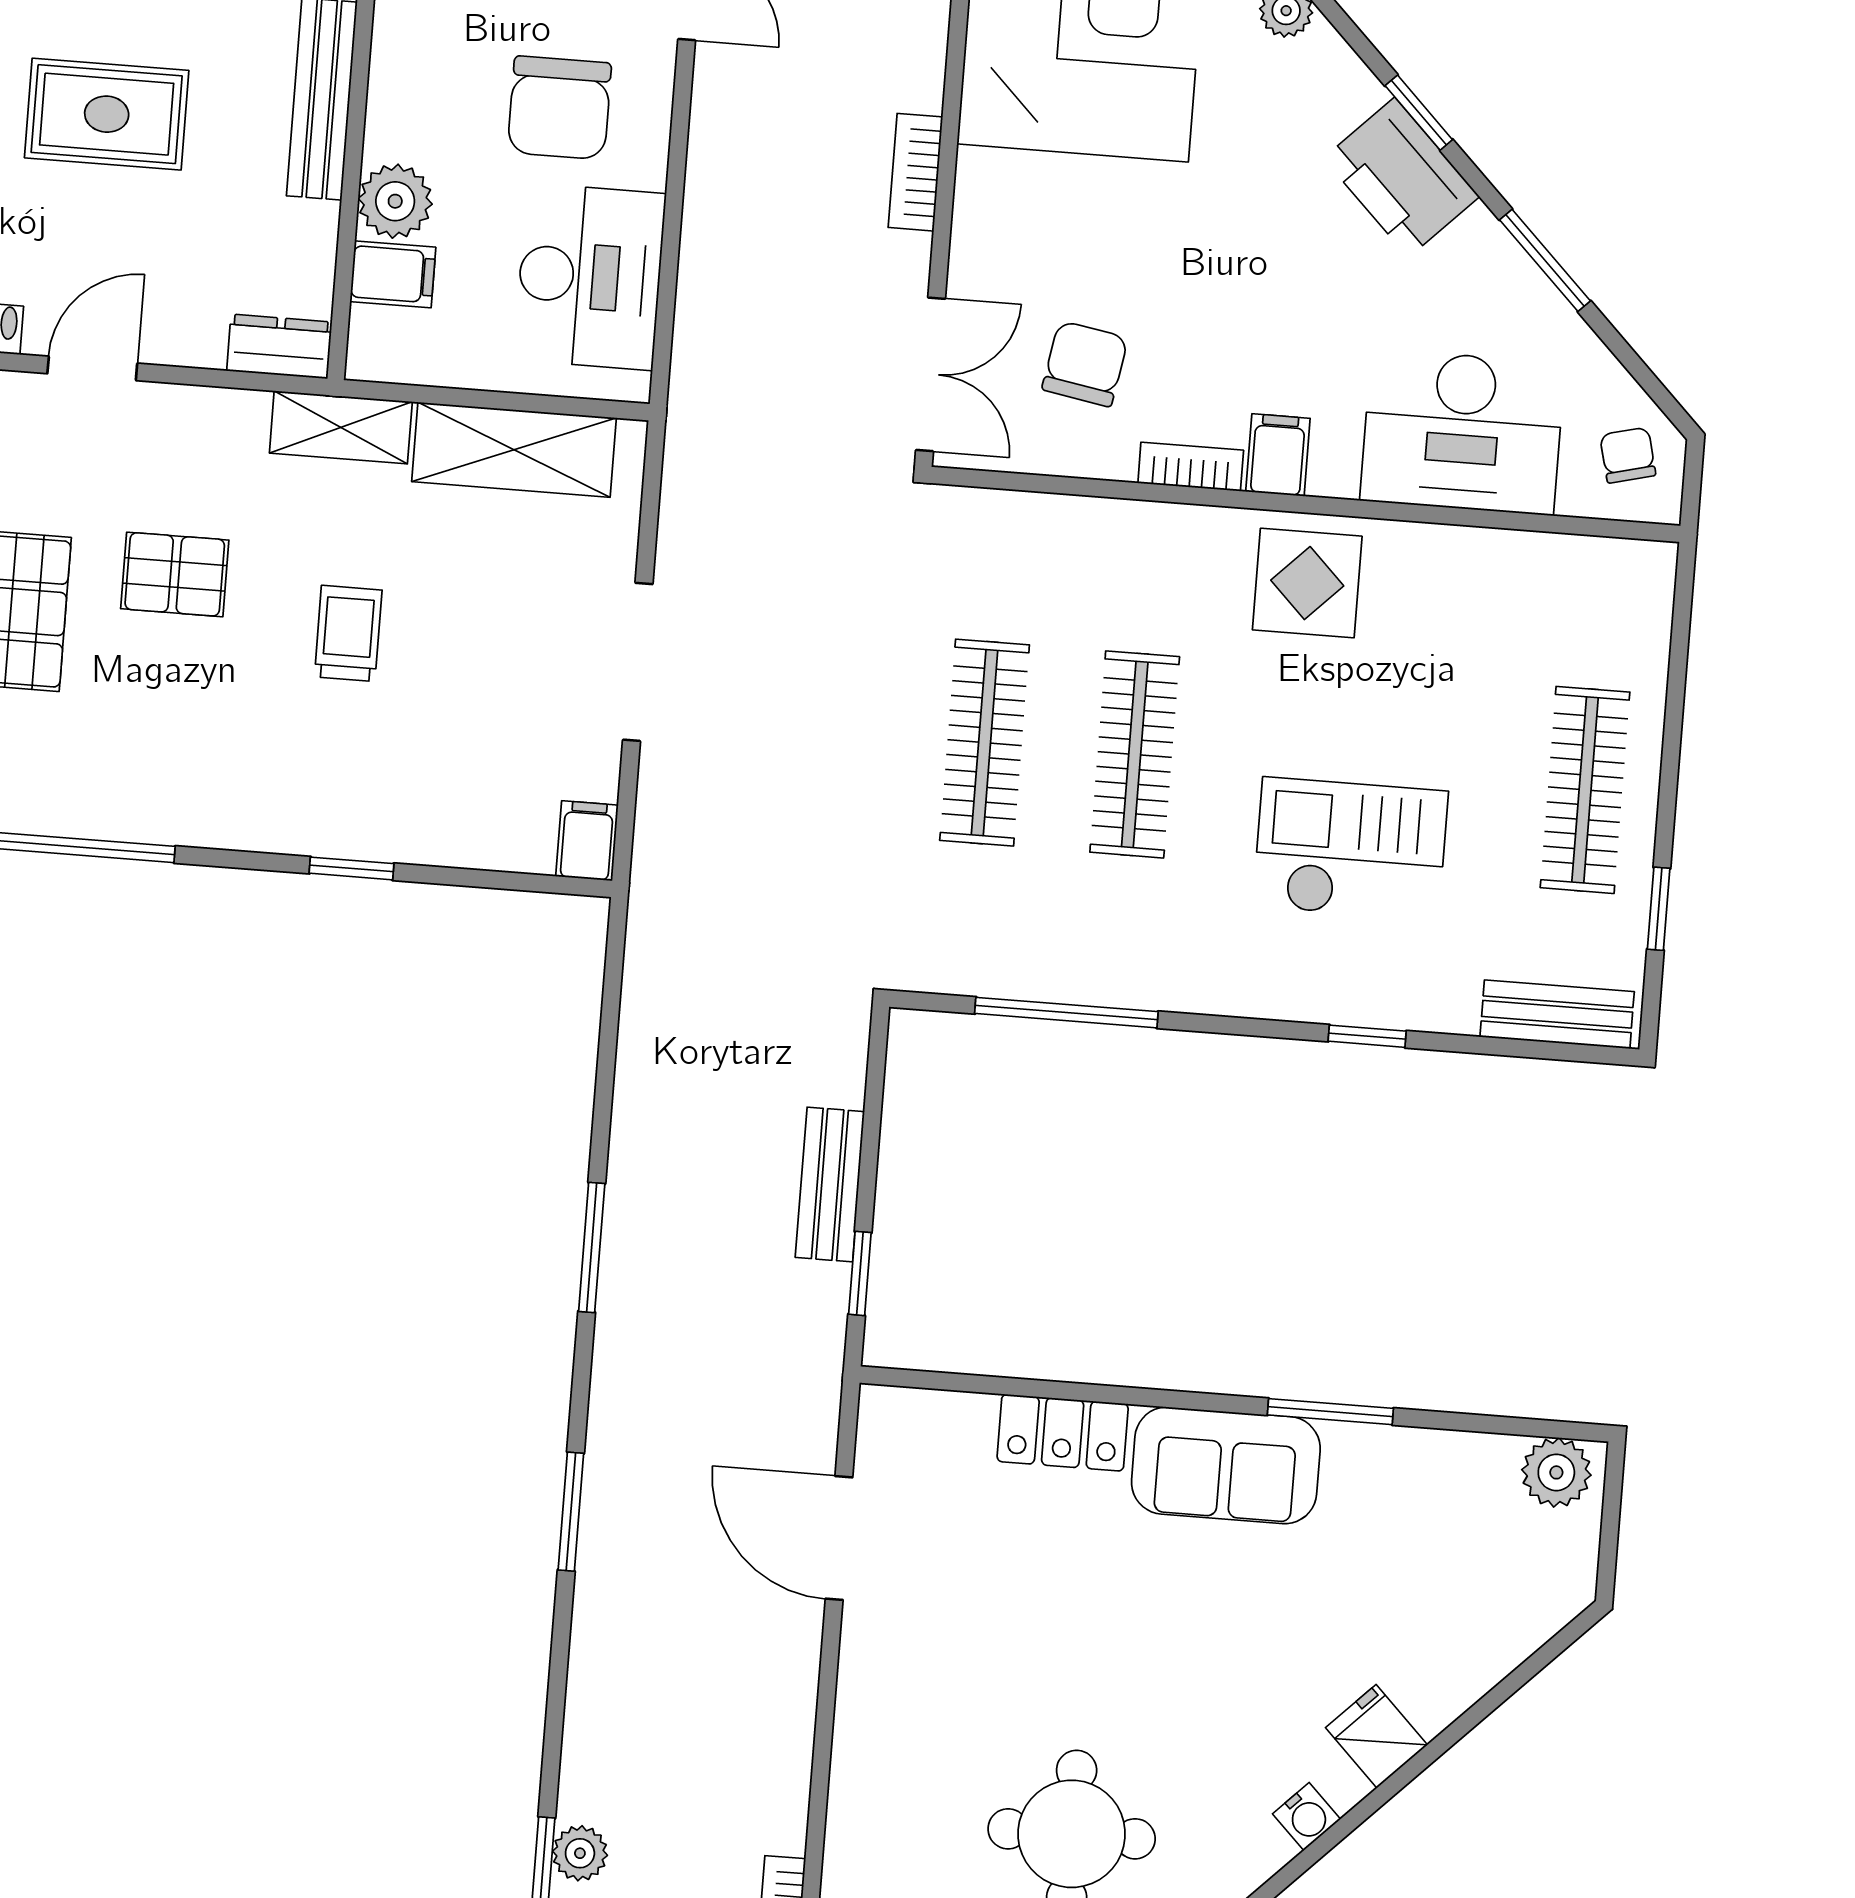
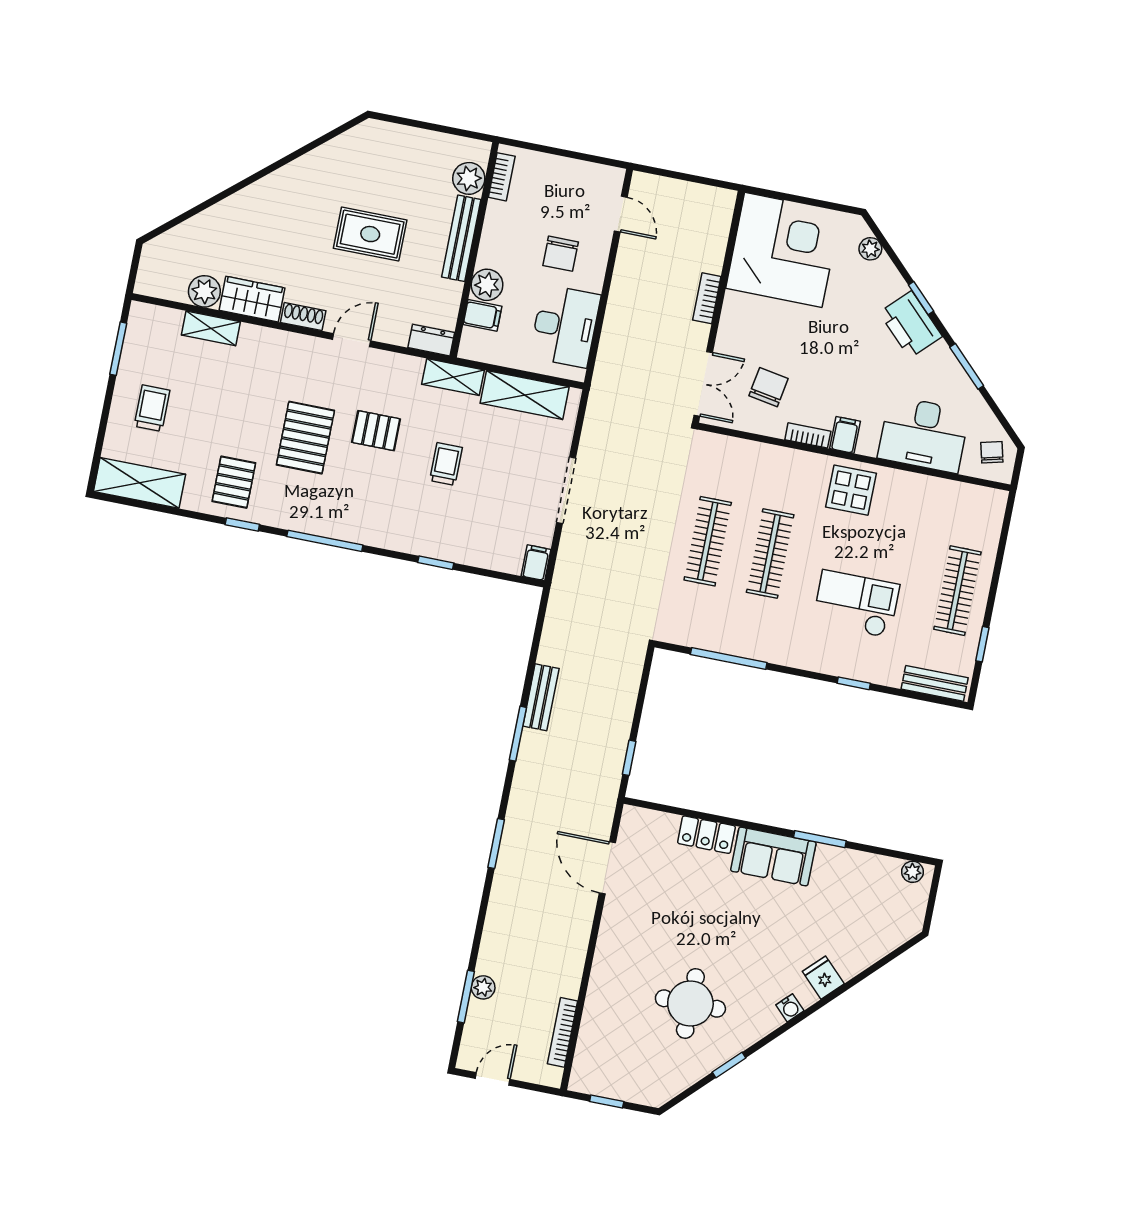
chair: (559, 108) -> (561, 254), width x0.73, depth x0.73
bench: (830, 1185) -> (541, 697), moved
plant: (1556, 1472) -> (913, 872), width x0.73, depth x0.73

